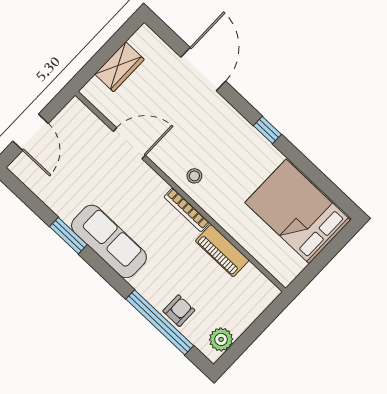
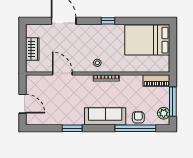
door: (129, 143) -> (62, 73), hinge flipped
sofa: (109, 241) -> (105, 116), moved
piano: (222, 251) -> (156, 80), moved
window: (250, 335) -> (173, 102), added

